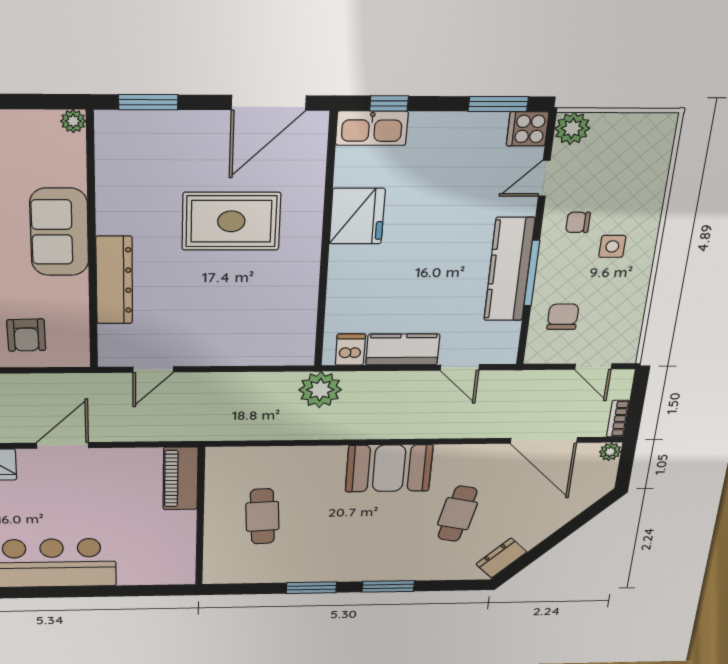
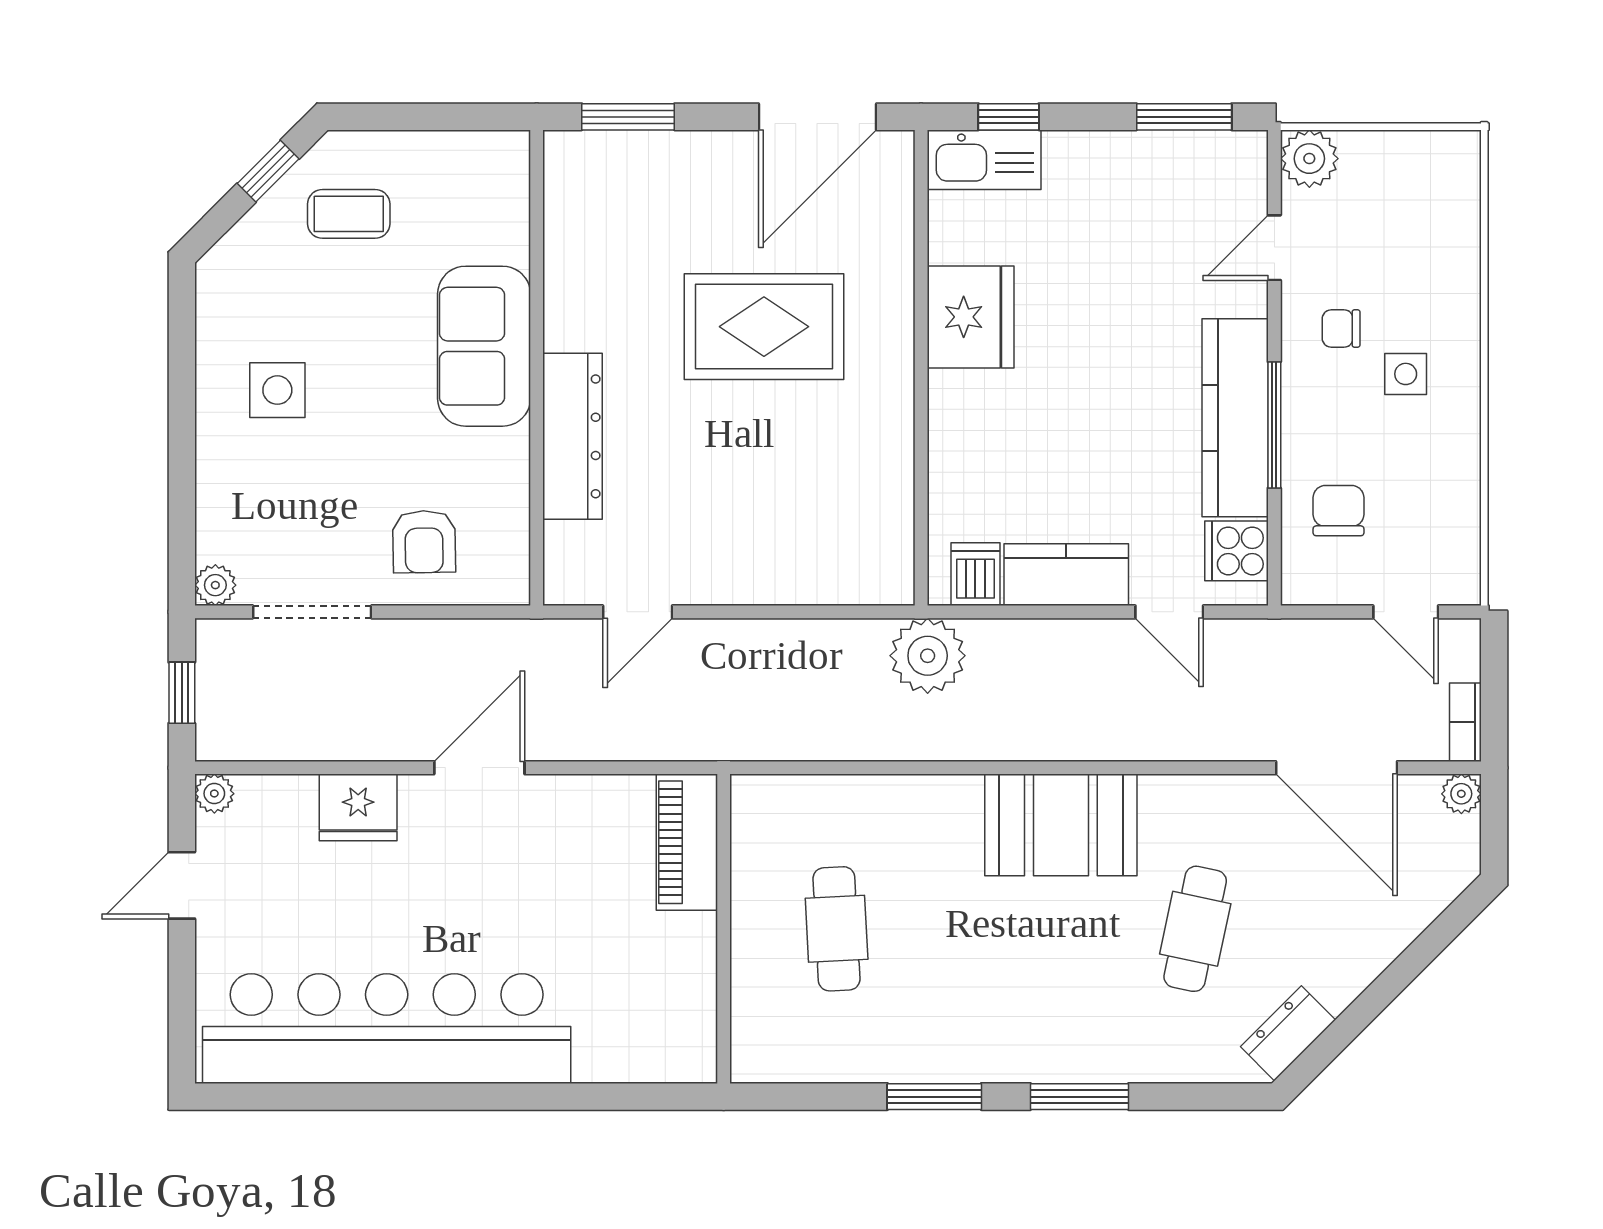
plant: (73, 121) -> (511, 150), removed
cooker: (528, 129) -> (1237, 551), moved

